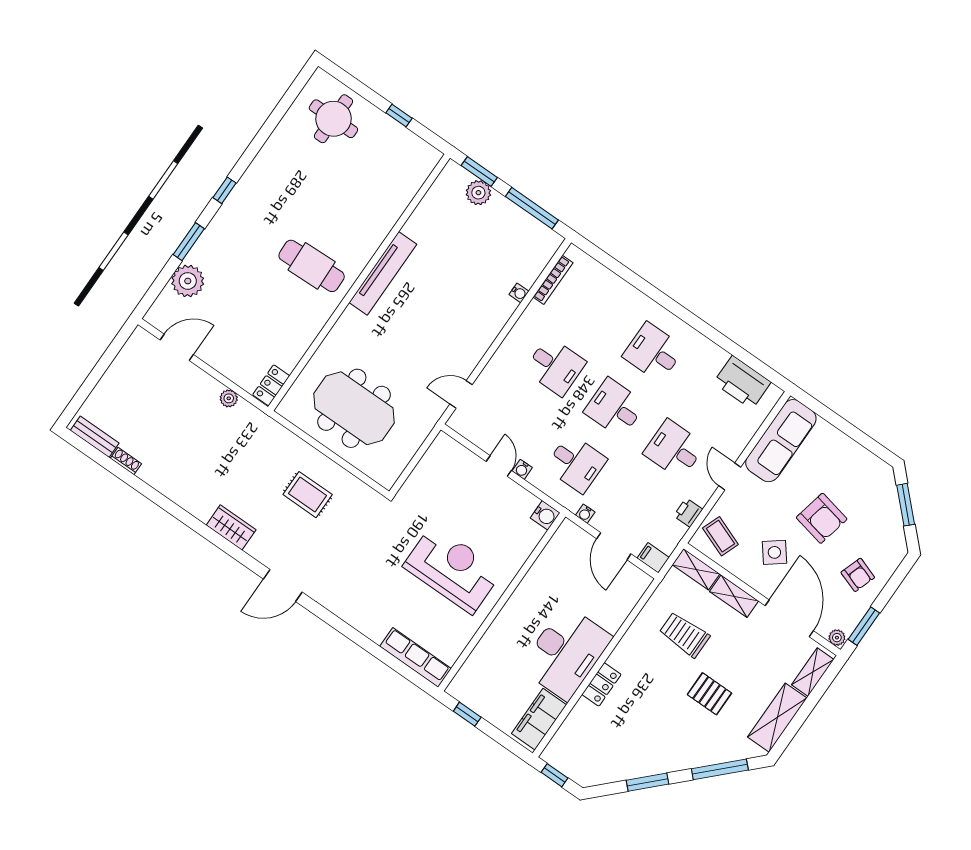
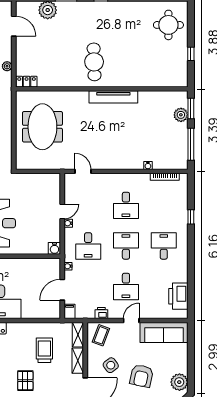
window: (639, 283) -> (191, 217), added
desk: (674, 449) -> (126, 286), turned 180
plant: (870, 469) -> (179, 382), added

